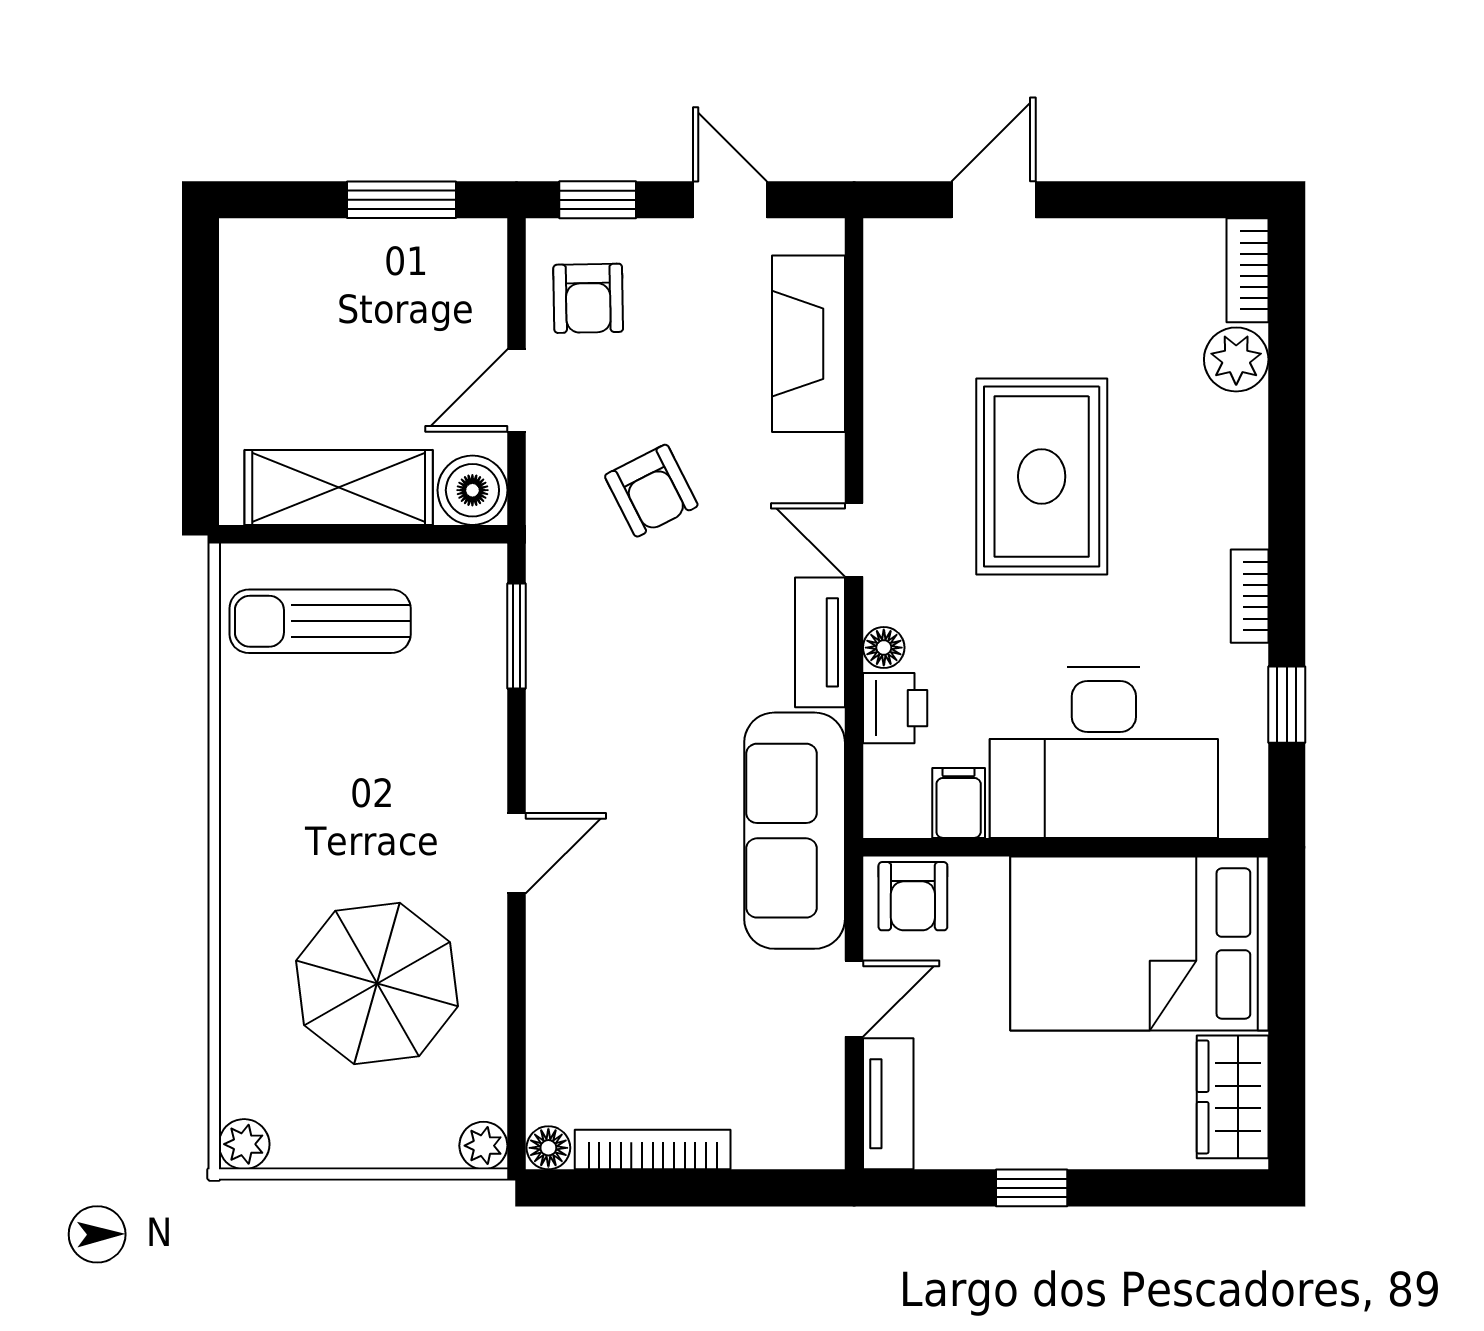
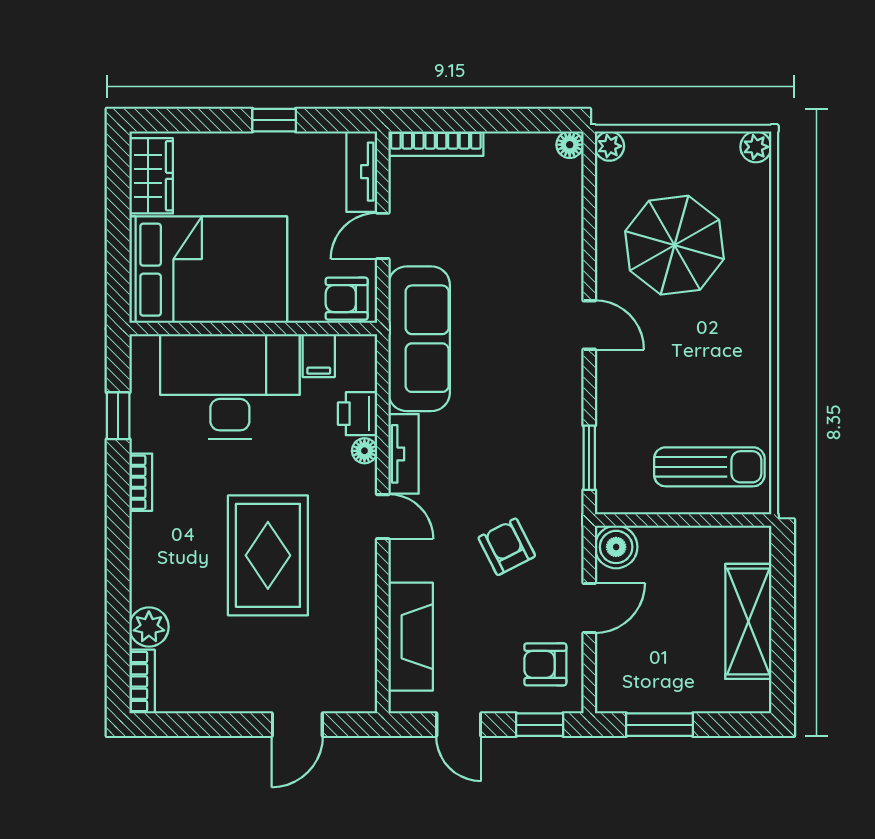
armchair: (588, 298) -> (545, 664), turned -89
shelving: (339, 487) -> (748, 621), moved, turned 90
door: (516, 853) -> (589, 325), swing flipped
armchair: (913, 896) -> (347, 299), turned -90
bookcase: (653, 1150) -> (436, 144), moved

